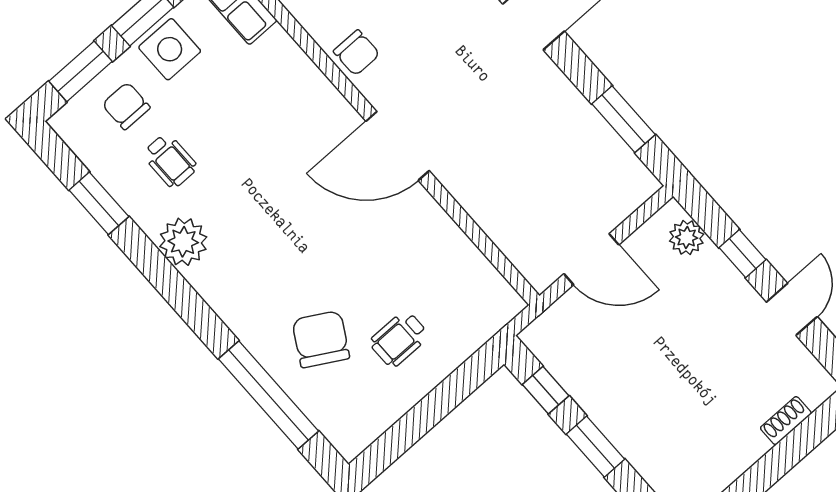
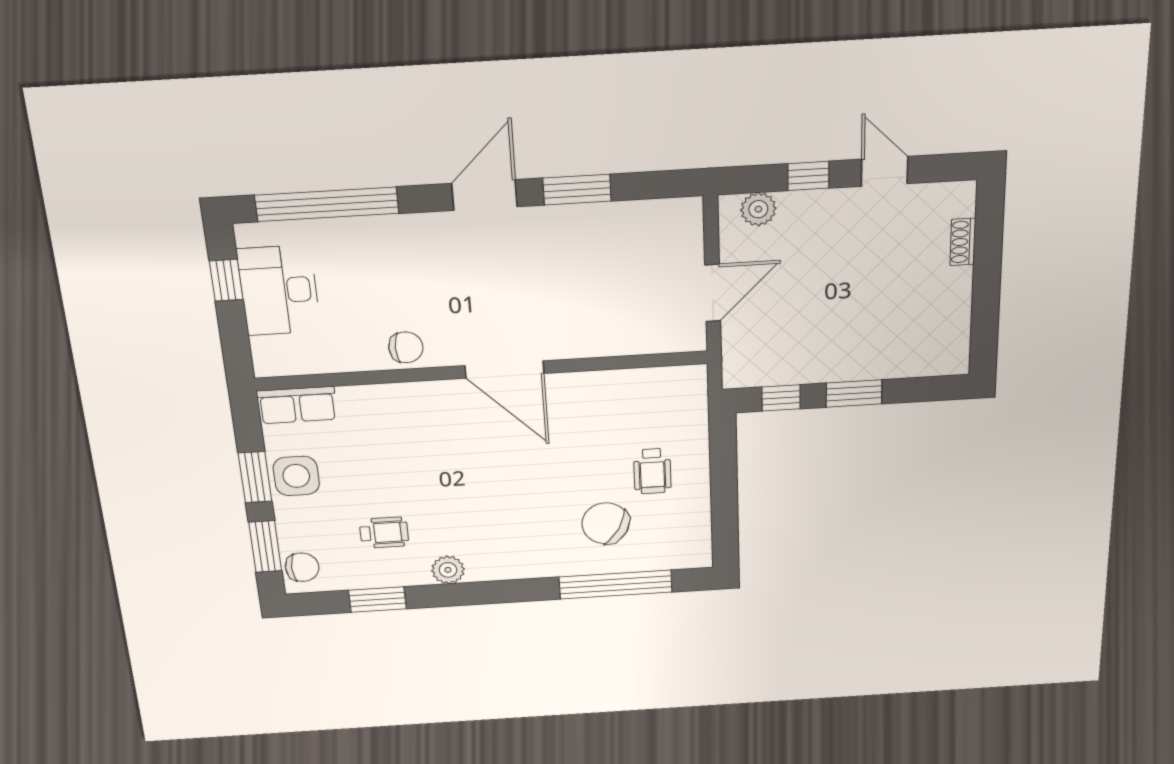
chair: (126, 106) -> (302, 567), moved, turned 180
window: (624, 119) -> (577, 190), moved
door: (398, 146) -> (504, 369), hinge flipped
plant: (183, 242) -> (448, 570), width x0.73, depth x0.73

